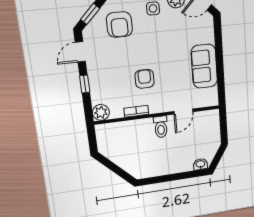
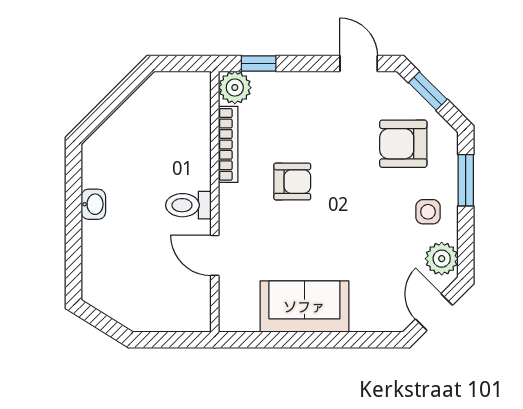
window: (85, 84) -> (259, 64), moved
bookcase: (136, 111) -> (228, 144), width x1.56
washbasin: (200, 164) -> (93, 204), moved

